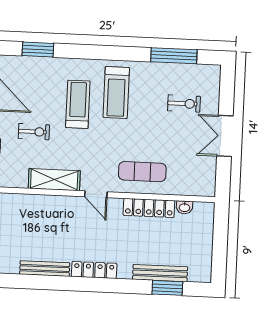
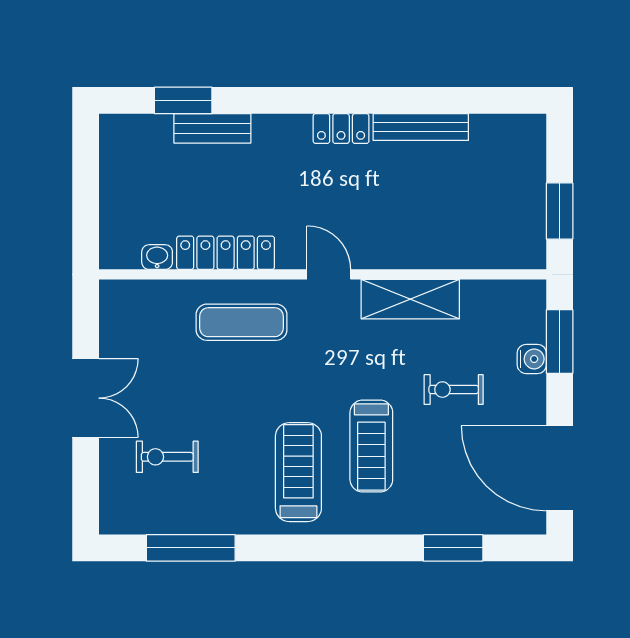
locker: (94, 270) -> (341, 129), width x0.66
bench: (160, 273) -> (212, 128), width x0.73

